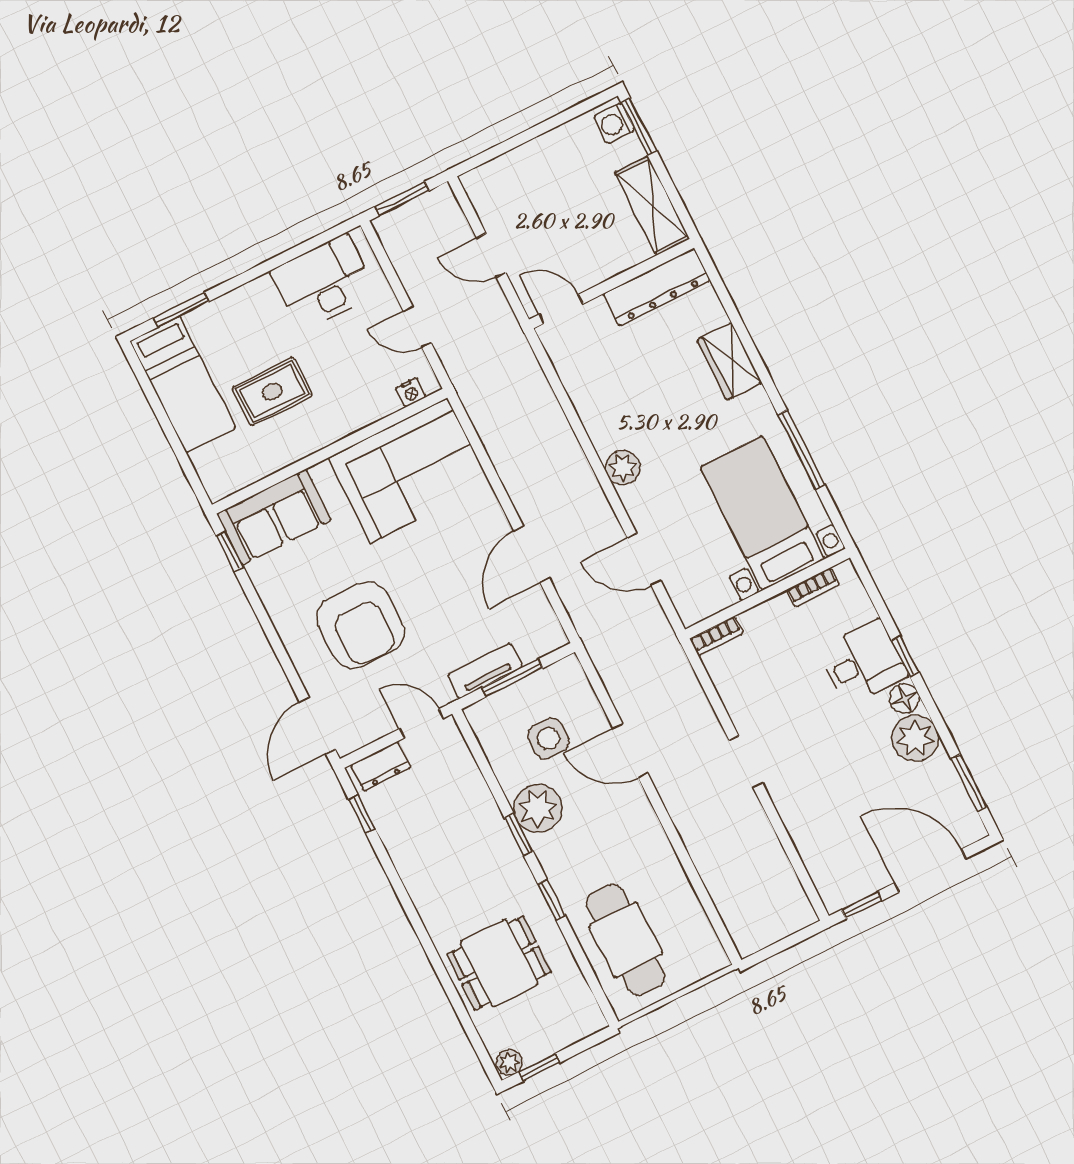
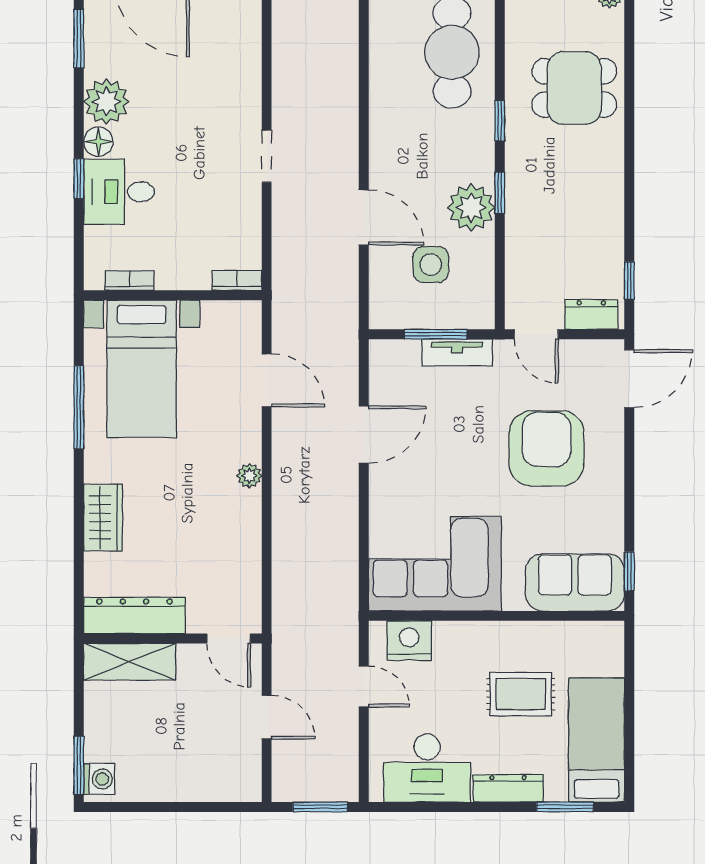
shelving: (652, 206) -> (130, 662), moved, turned 90
dresser: (241, 301) -> (508, 788), added
nightstand: (411, 392) -> (409, 641), width x1.89, depth x1.79
plant: (623, 468) -> (249, 476), width x0.73, depth x0.73

